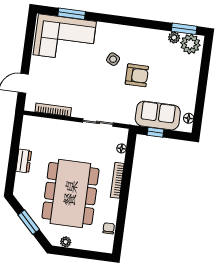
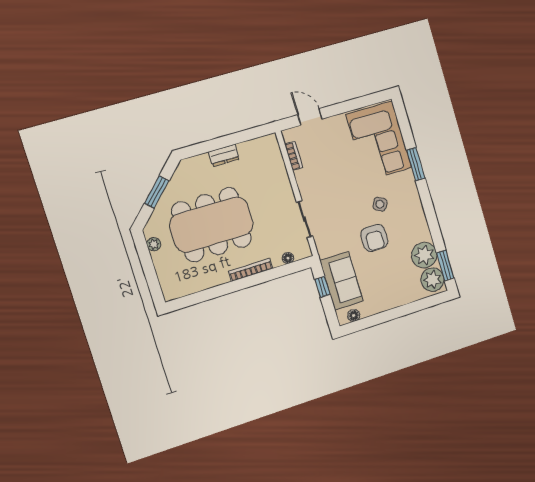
window: (72, 14) -> (416, 164), moved
plant: (174, 38) -> (424, 255), width x1.88, depth x1.88
bookcase: (53, 110) -> (294, 156), width x0.64
chair: (109, 228) -> (192, 285), removed

